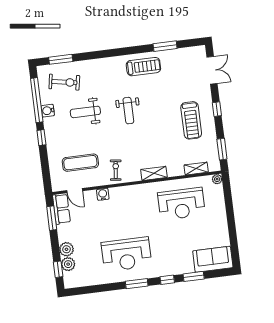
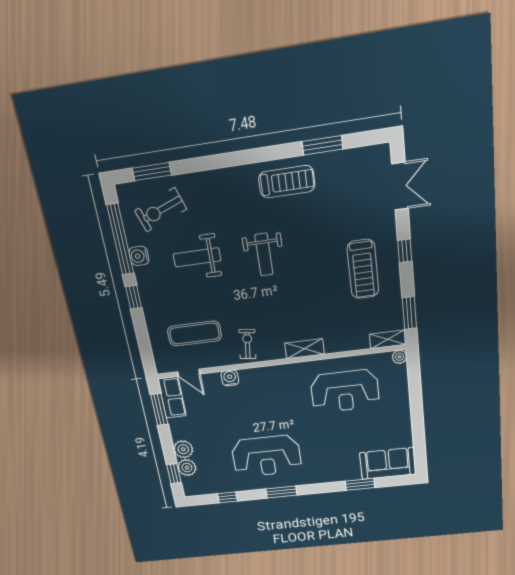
exercise bike: (64, 82) -> (161, 210), turned 150
shelving: (196, 169) -> (388, 339), moved
window: (167, 280) -> (227, 497), moved

